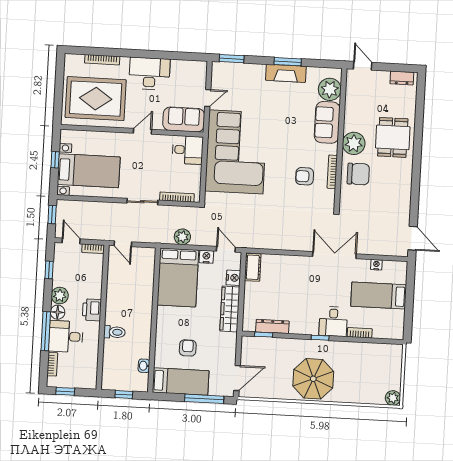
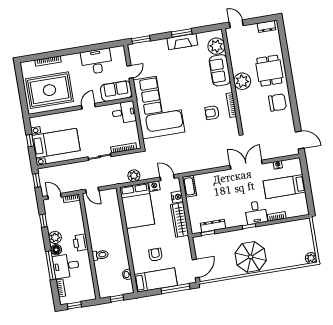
desk: (149, 73) -> (97, 61), moved
chair: (358, 174) -> (277, 102), moved

